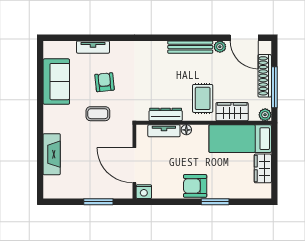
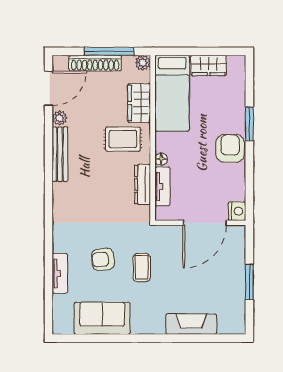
armchair: (195, 186) -> (230, 148), turned 180
window: (98, 202) -> (249, 282), moved

